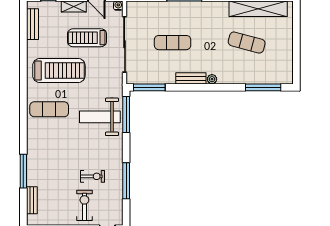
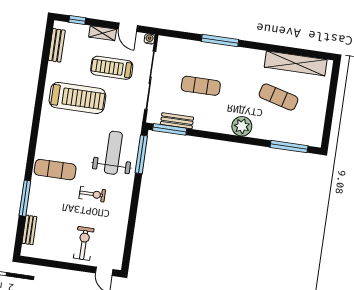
bench: (191, 78) -> (177, 121), moved
plant: (212, 79) -> (242, 126), width x1.87, depth x1.87
exercise mat: (49, 109) -> (55, 170), moved
weight bench: (100, 117) -> (113, 153), turned 90
exercise bike: (92, 176) -> (92, 194), moved
window: (126, 181) -> (131, 224), removed

